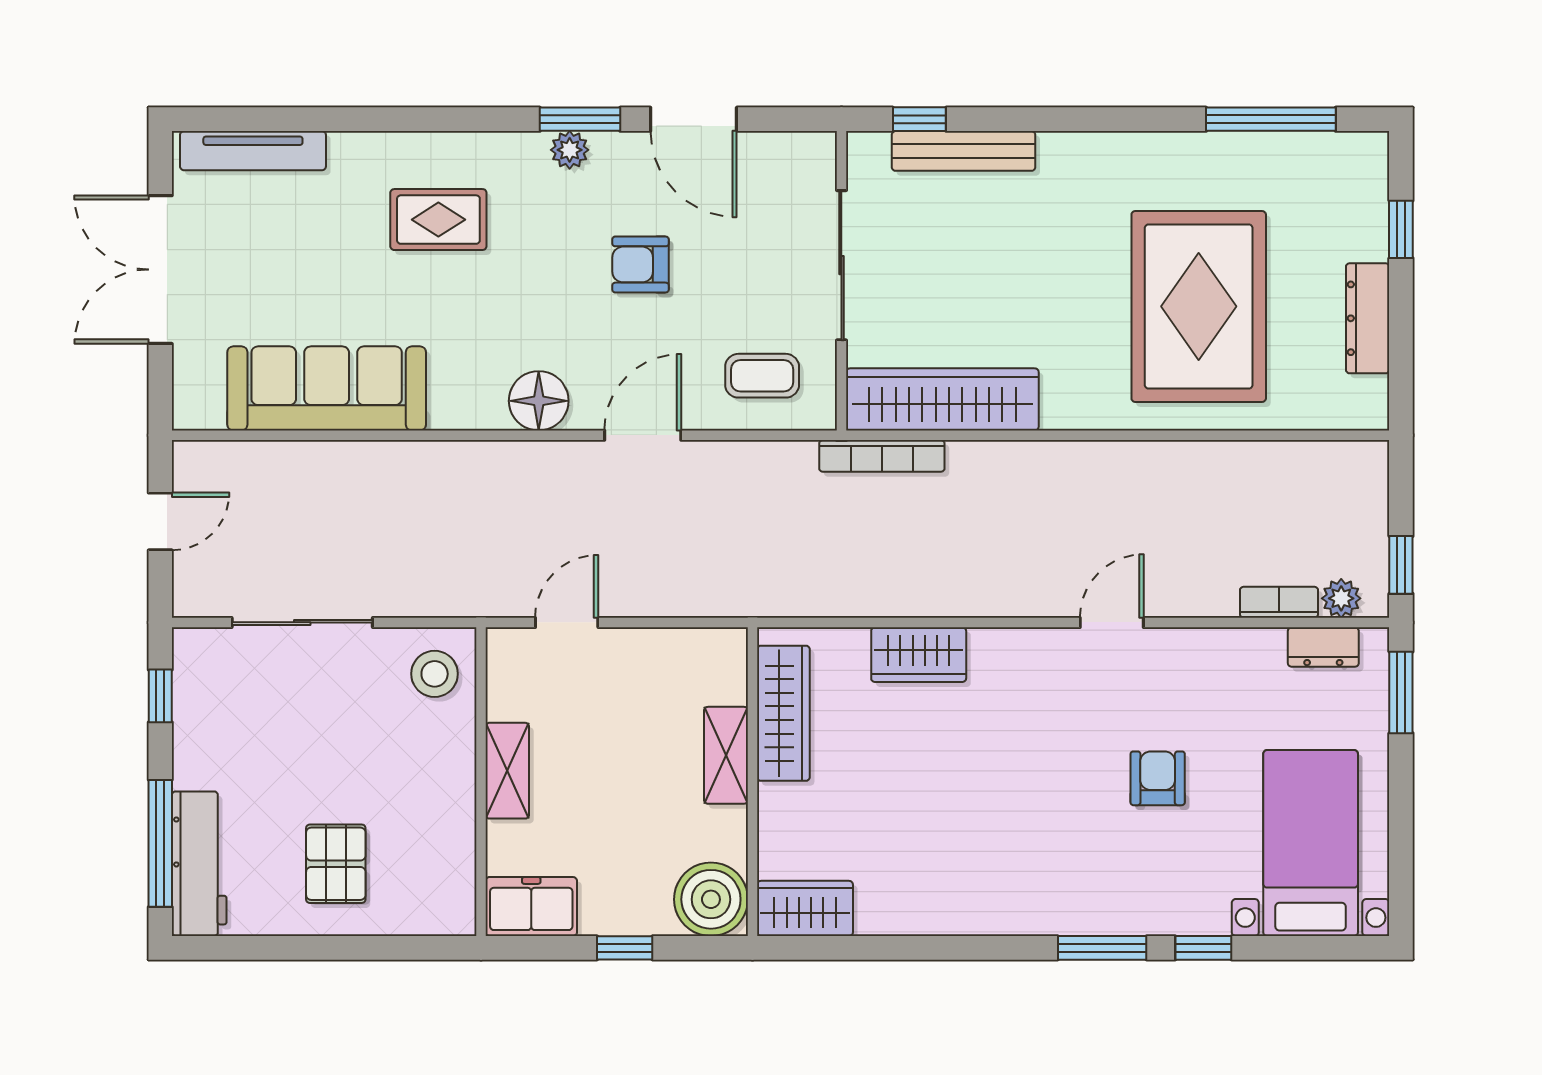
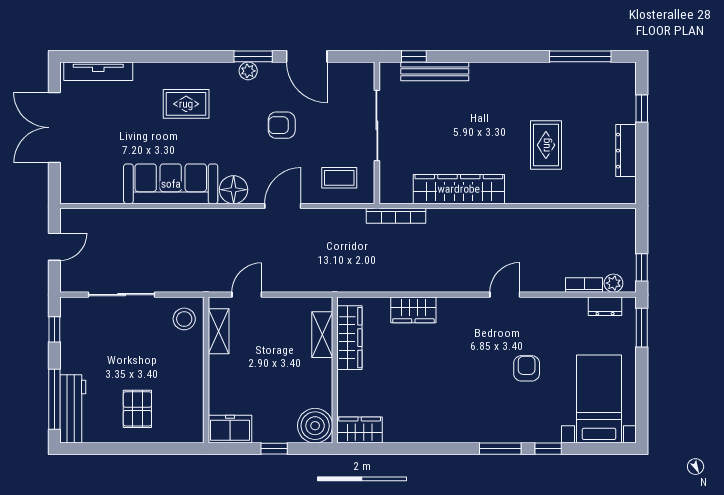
rug: (1199, 306) -> (546, 145), width x0.54, depth x0.49
sofa: (327, 388) -> (171, 184), moved
wardrobe: (942, 399) -> (459, 189), moved
shelving: (726, 755) -> (322, 335), moved
shelving: (507, 771) -> (219, 331), moved

